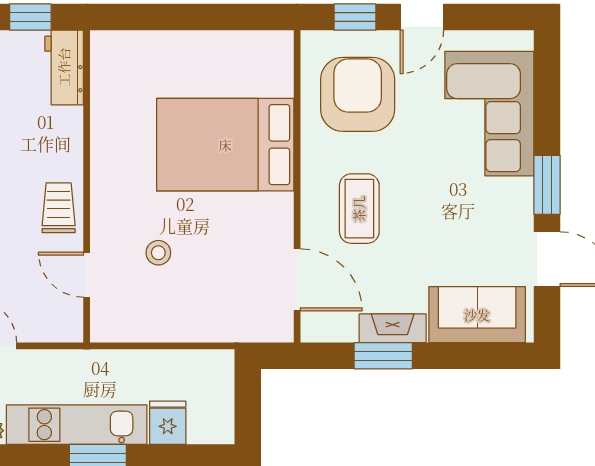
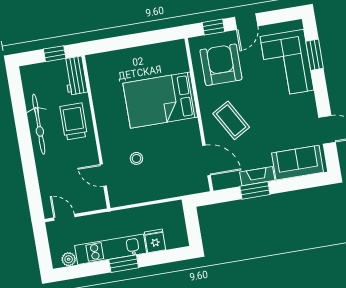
window: (547, 185) -> (315, 55), moved
trolley: (59, 208) -> (74, 121), moved, width x1.36, depth x1.39
coffee table: (359, 209) -> (231, 120), turned -30

